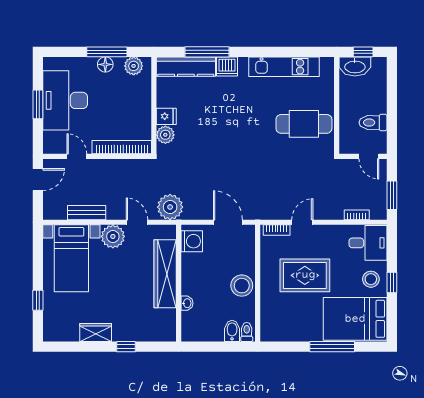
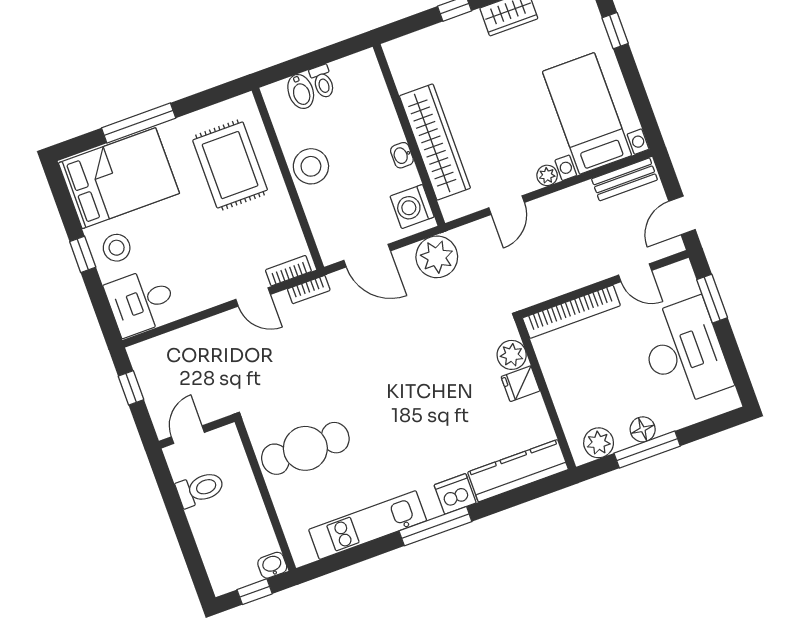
window: (207, 52) -> (435, 526), moved
washbasin: (355, 66) -> (272, 565), width x0.52, depth x0.69
window: (38, 104) -> (712, 299), moved
door: (369, 156) -> (188, 435), hinge flipped
window: (392, 195) -> (131, 388), width x0.67
plant: (170, 207) -> (437, 257), moved
bench: (87, 213) -> (625, 179), moved
bookcase: (357, 215) -> (309, 290), moved
door: (137, 222) -> (507, 205), hinge flipped
door: (302, 222) -> (253, 297), hinge flipped
plant: (113, 236) -> (547, 175), width x0.53, depth x0.53
rug: (305, 275) -> (230, 165), moved, turned 90
washbasin: (187, 303) -> (402, 155), moved
toilet: (247, 332) -> (323, 82), moved

